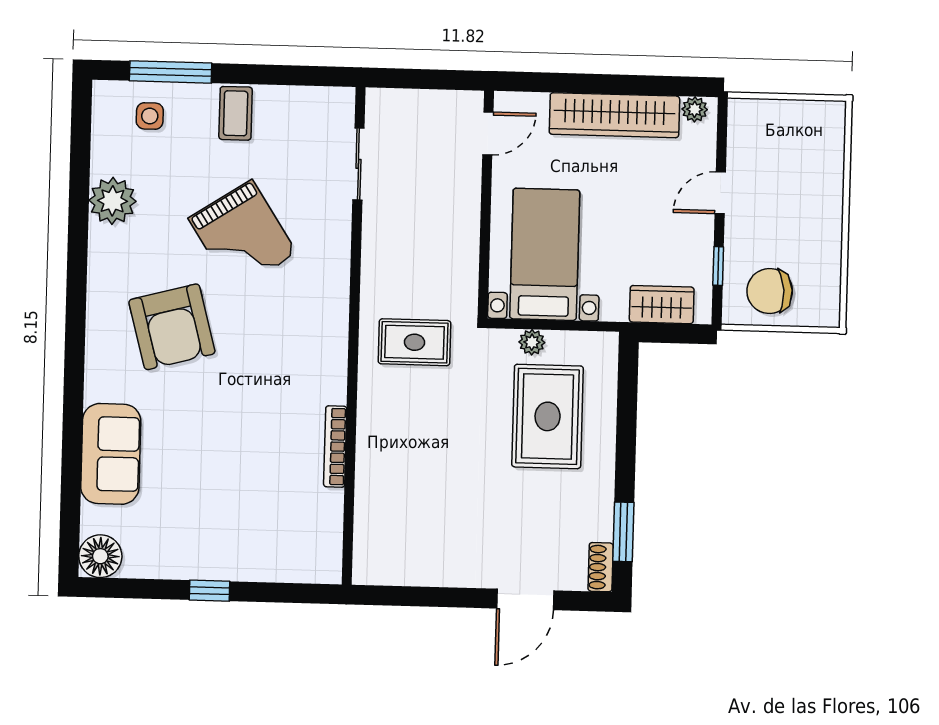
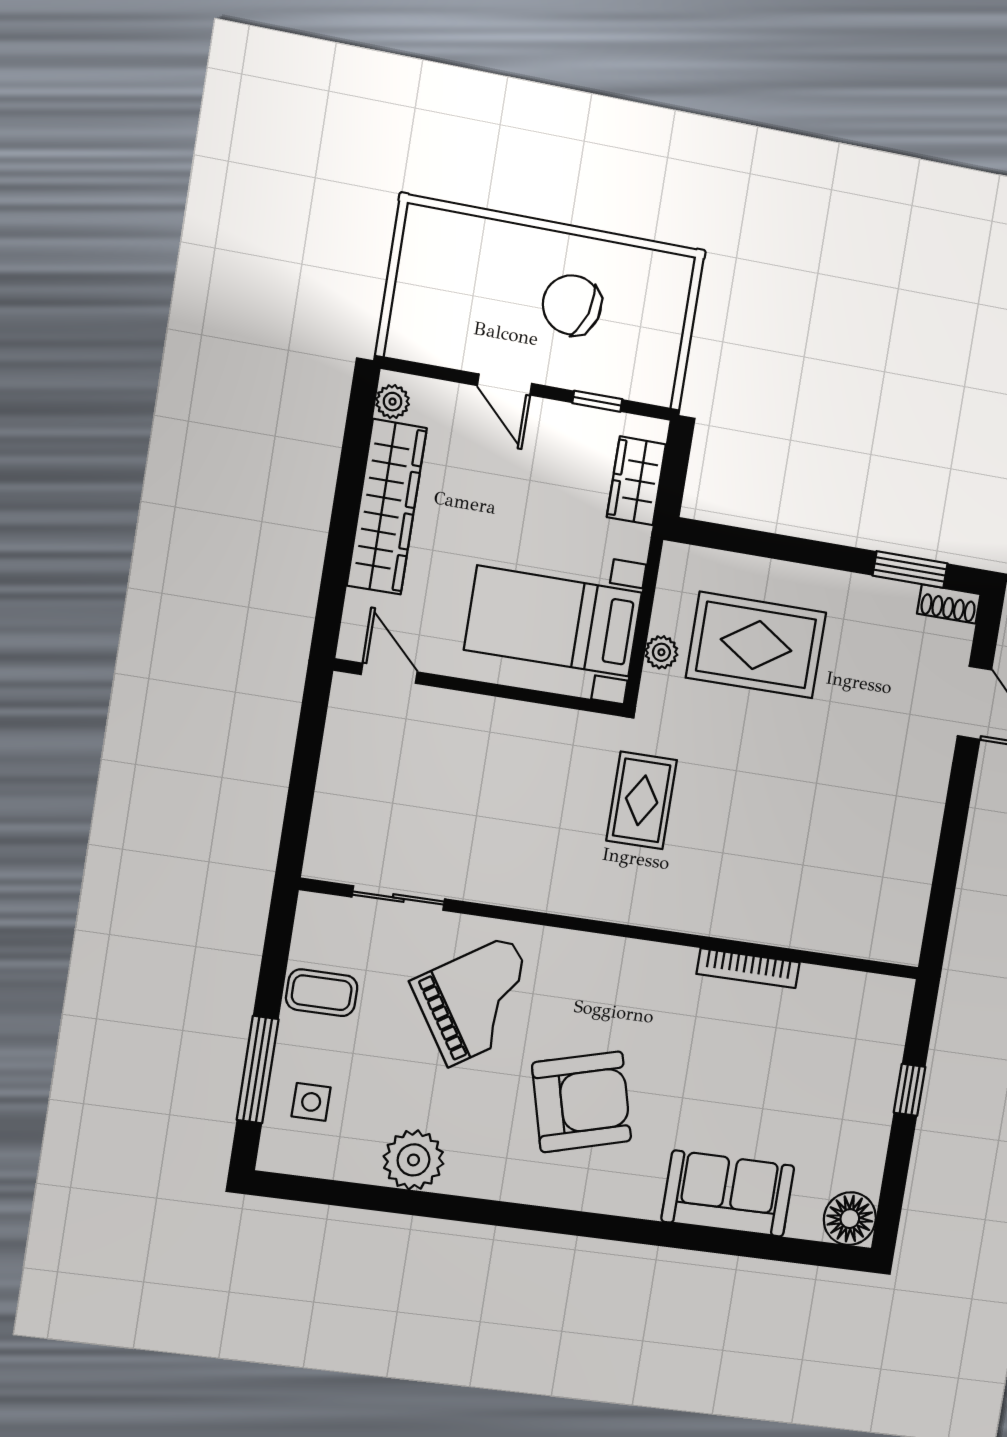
sliding door: (358, 164) -> (398, 898), moved
chair: (770, 291) -> (572, 305), moved, turned 111
wall: (354, 336) -> (615, 929), moved
bookcase: (335, 447) -> (748, 968), moved

